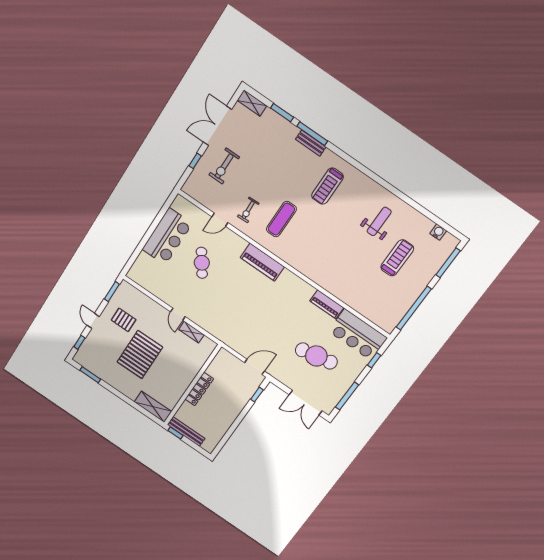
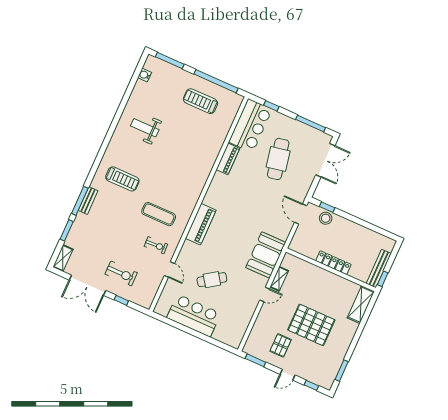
treadmill: (397, 258) -> (201, 101), moved
booth: (218, 323) -> (266, 255), added
stool: (246, 391) -> (326, 218), added

